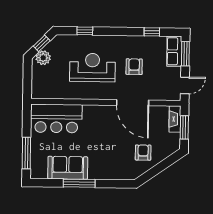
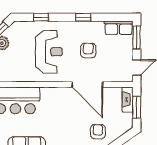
window: (152, 32) -> (83, 17), moved
row of seats: (174, 51) -> (119, 28), moved, turned -90
reception desk: (92, 68) -> (49, 52), turned 90

